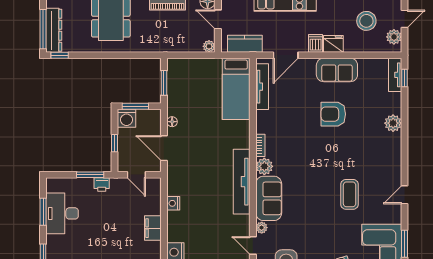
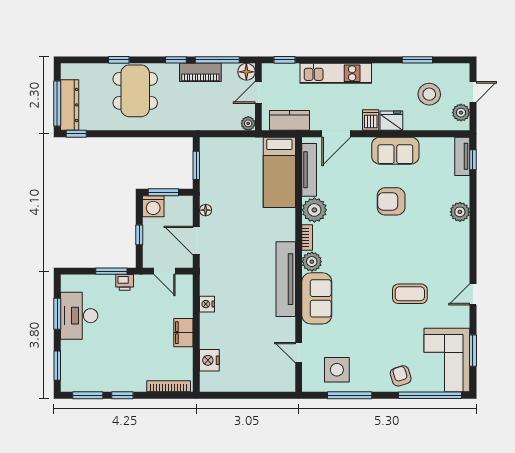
door: (218, 19) -> (258, 92), hinge flipped
coffee table: (350, 194) -> (410, 294), turned 90
plant: (262, 228) -> (314, 210), moved, width x1.87, depth x1.87

